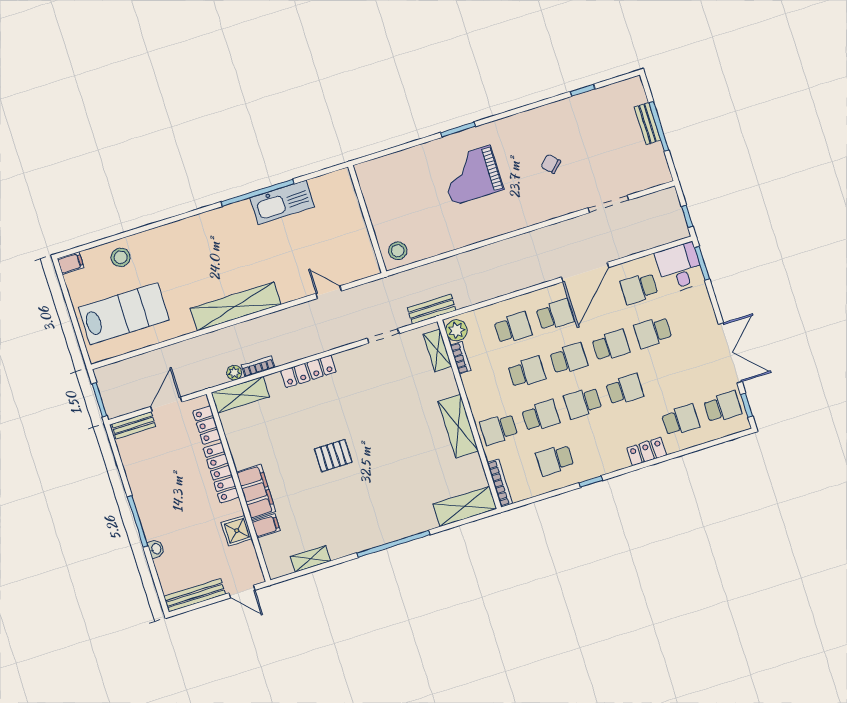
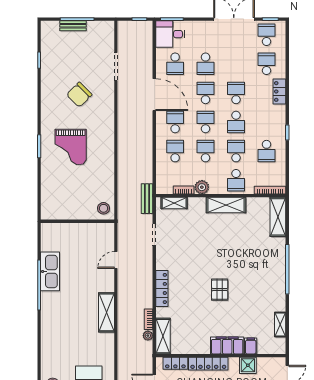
chair: (551, 164) -> (79, 95), width x1.87, depth x1.87
shelving: (236, 307) -> (106, 312), width x0.68
plant: (456, 330) -> (202, 187), moved

